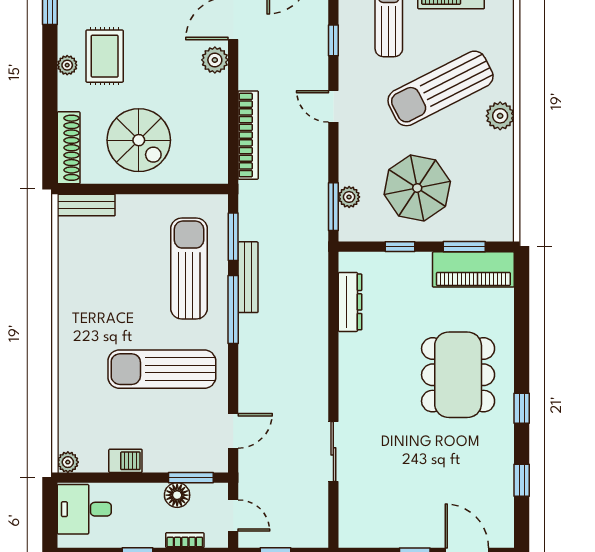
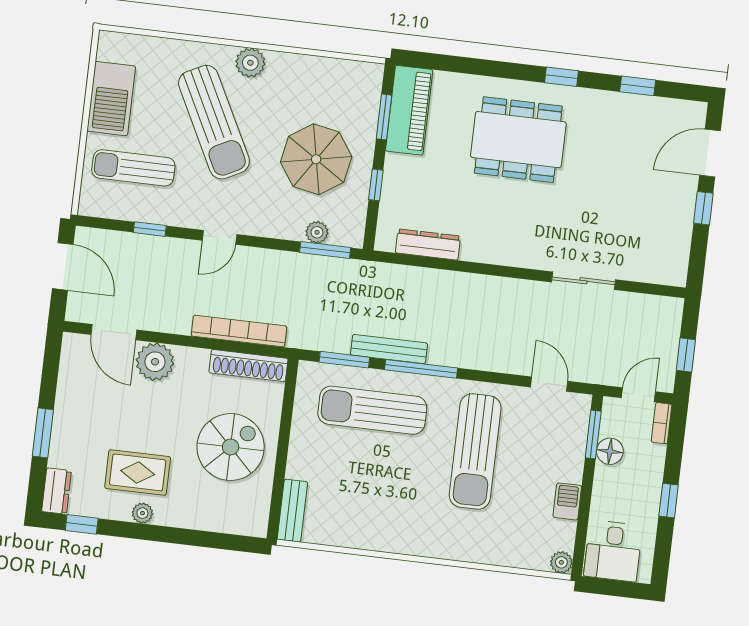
plant: (215, 60) -> (155, 362), width x1.36, depth x1.36
shoe rack: (69, 148) -> (248, 366), moved, turned 180
bookcase: (185, 540) -> (662, 423), moved

